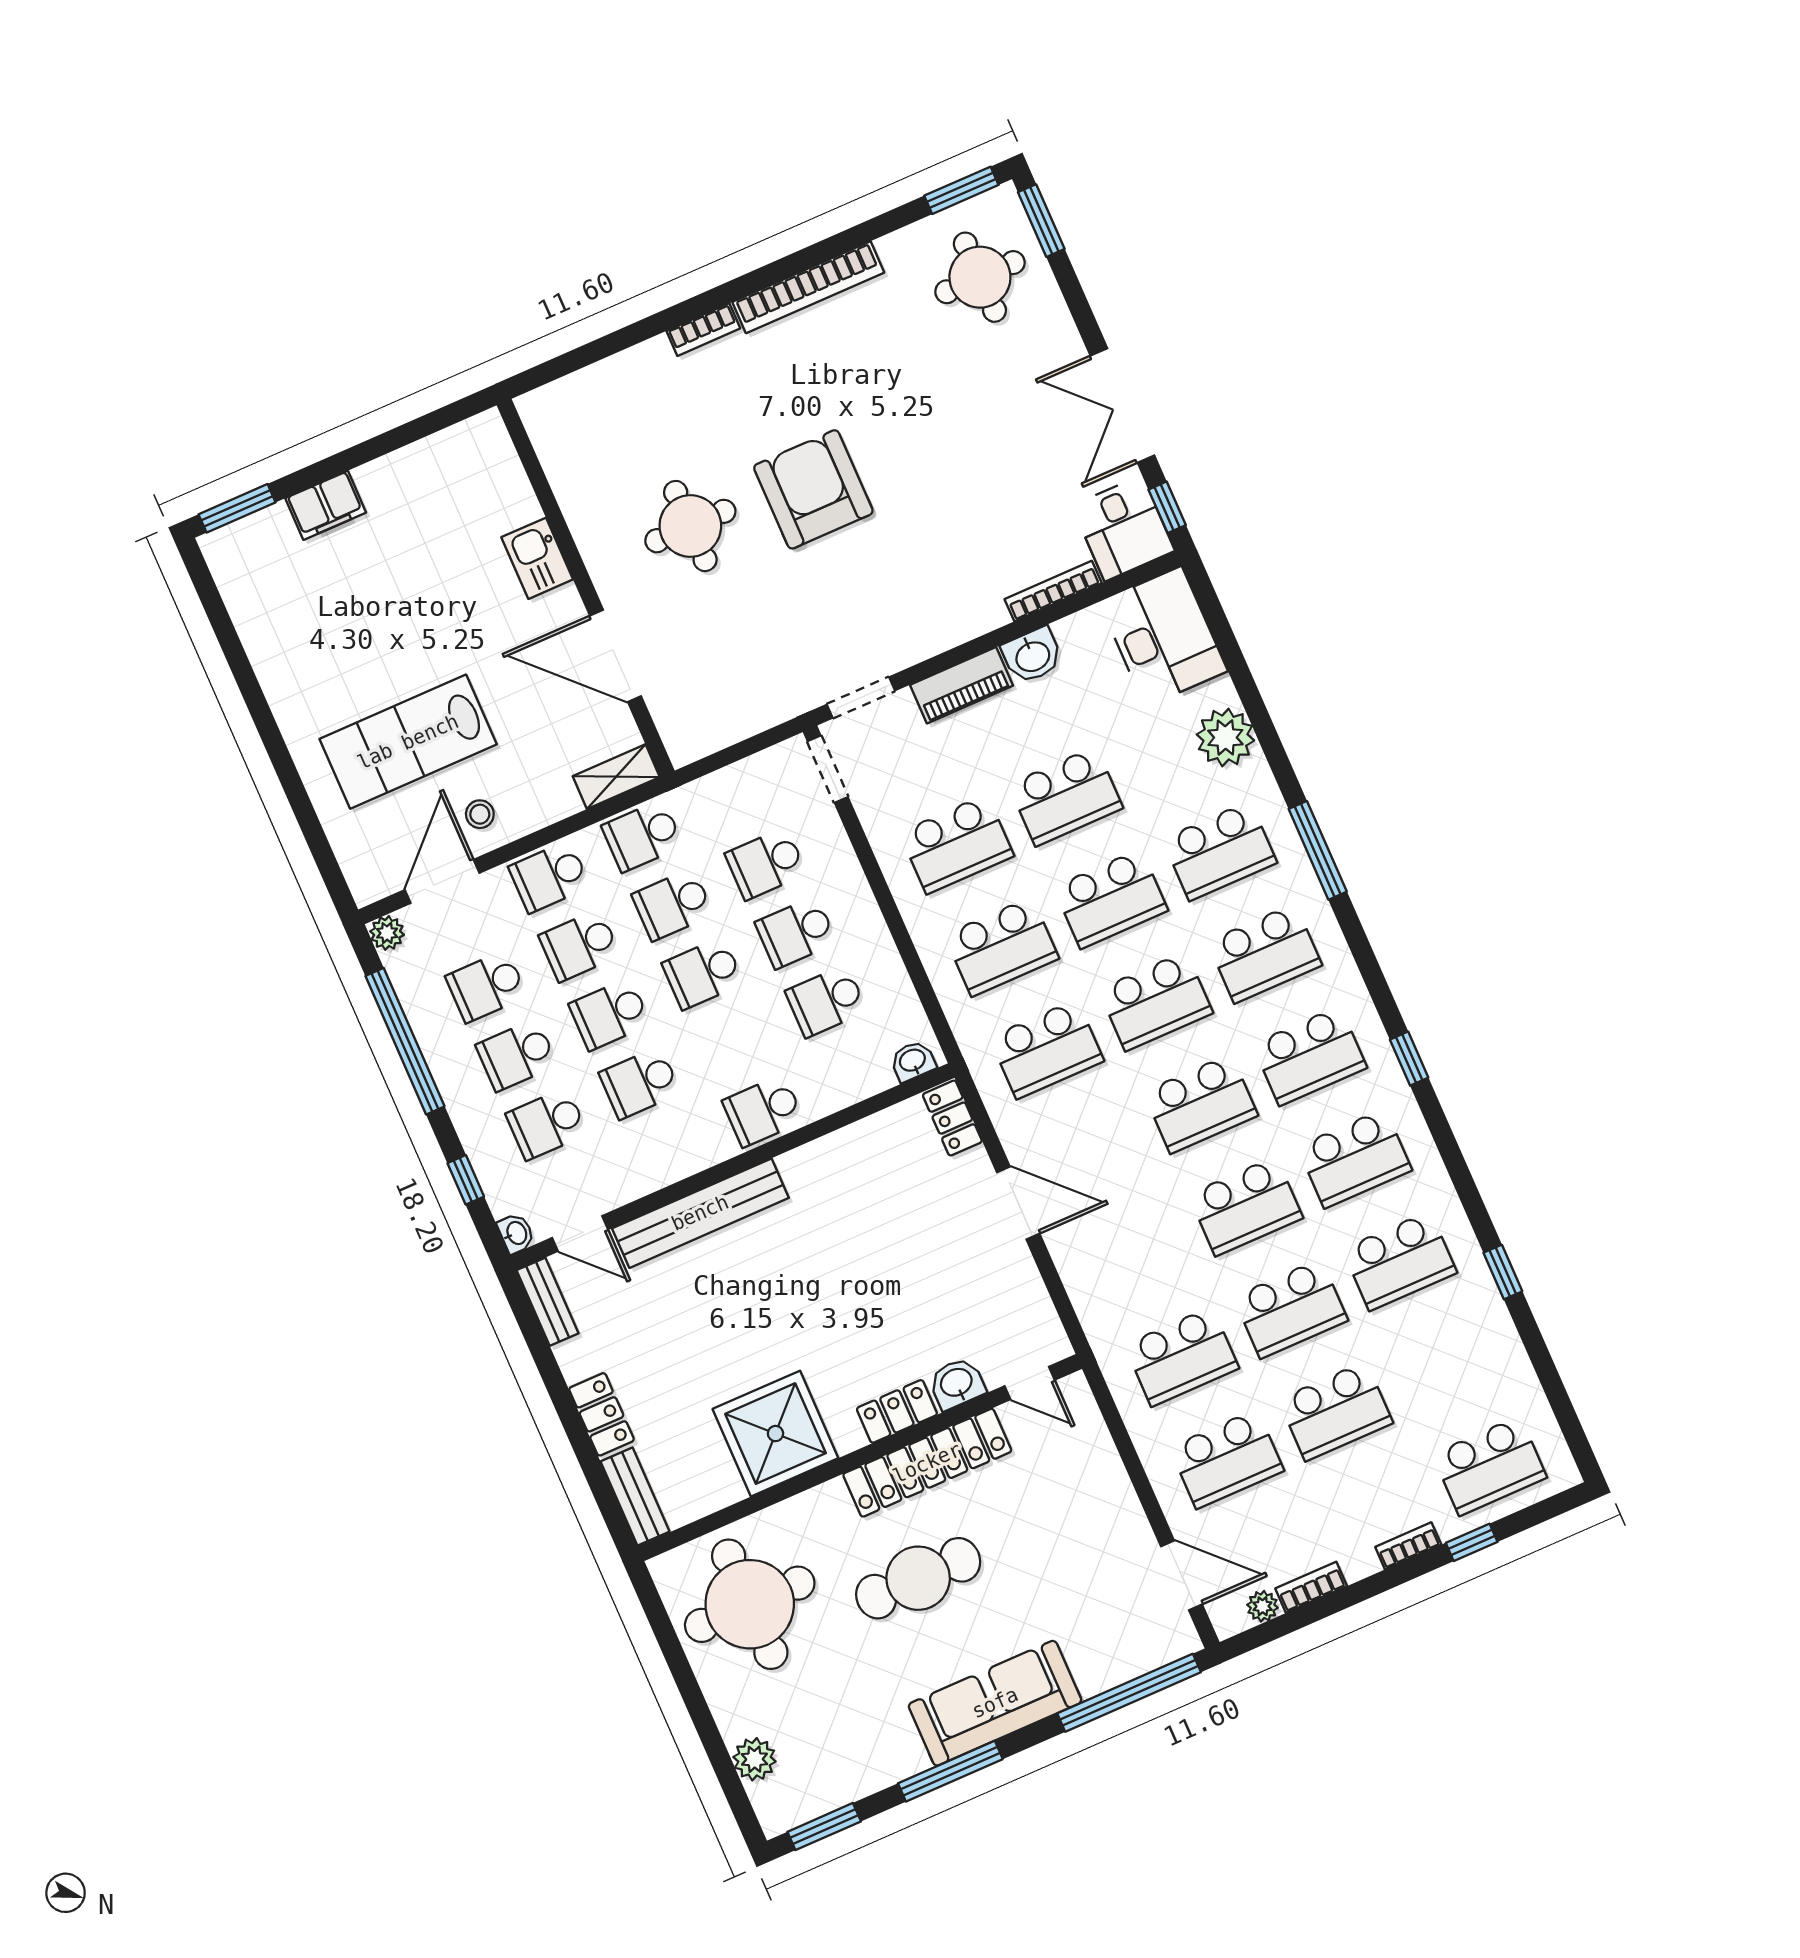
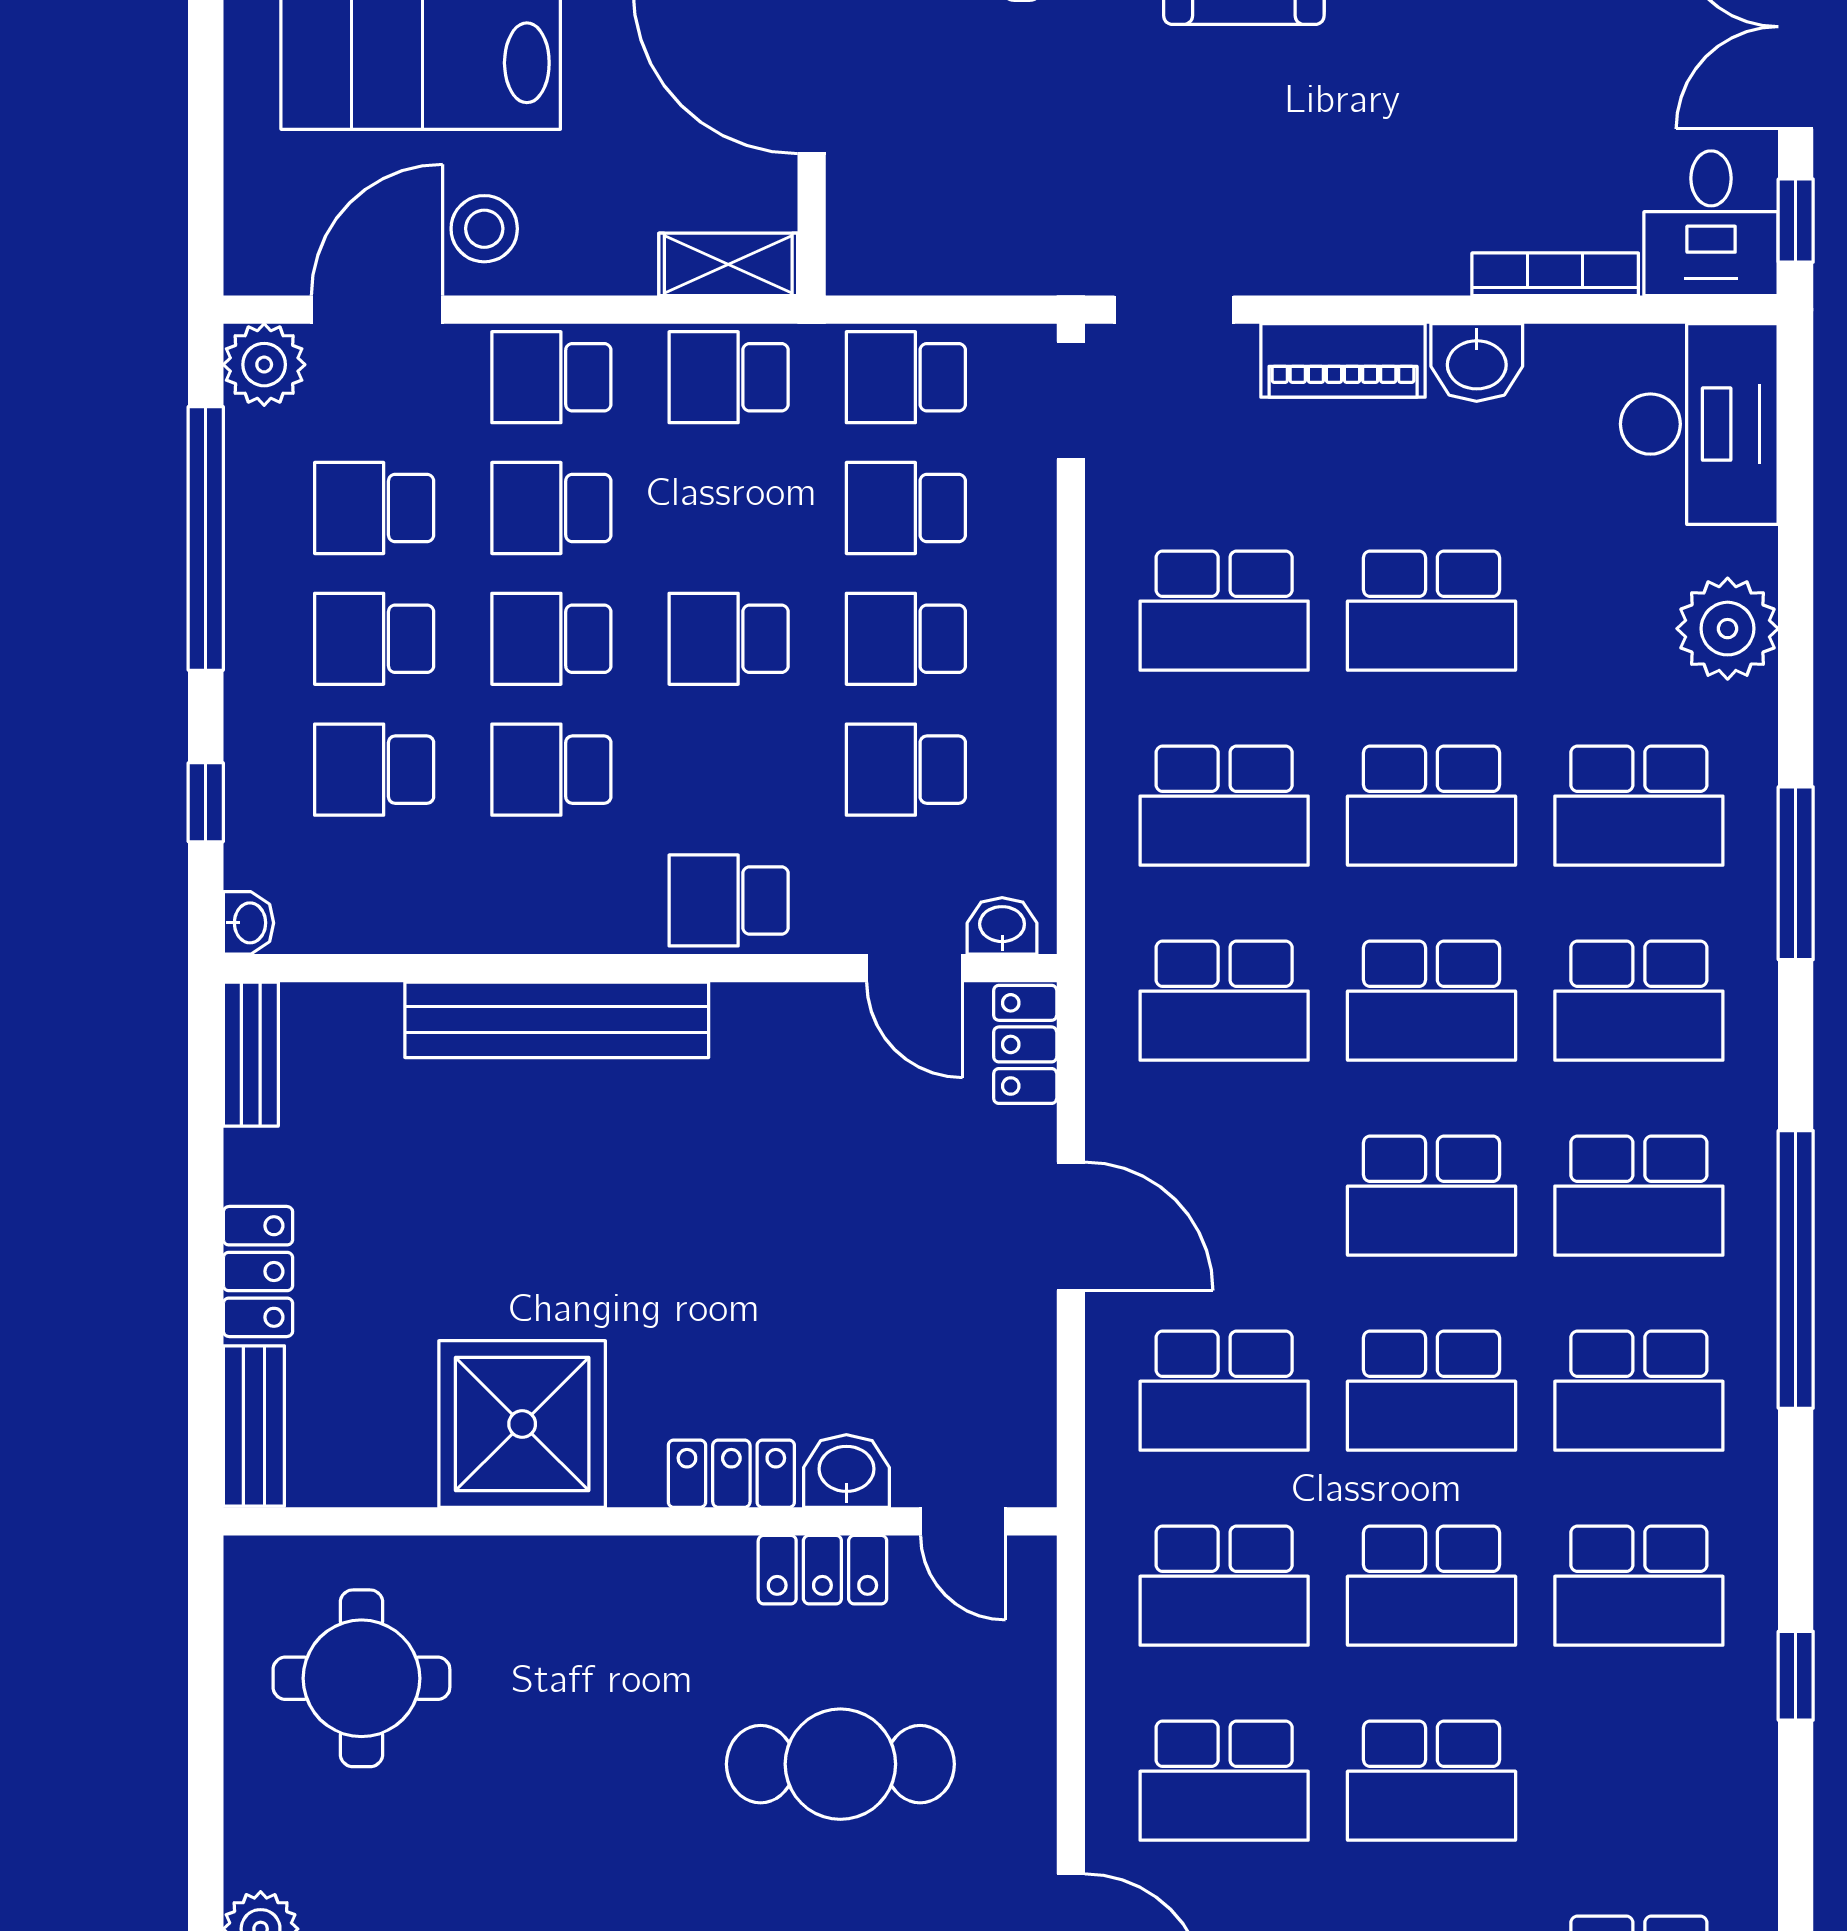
stool: (480, 814) -> (484, 229), width x1.37, depth x1.37
school desk: (673, 905) -> (906, 377), moved
plant: (387, 933) -> (264, 365), width x1.38, depth x1.38
window: (1409, 1059) -> (1796, 1269), width x3.17
door: (580, 1234) -> (914, 968), moved
school desk: (1137, 1254) -> (1224, 1391), added
locker: (927, 1463) -> (822, 1570), width x0.46, depth x0.83
cafe table: (918, 1578) -> (840, 1764), moved
round table: (750, 1604) -> (361, 1678), width x0.73, depth x0.73

